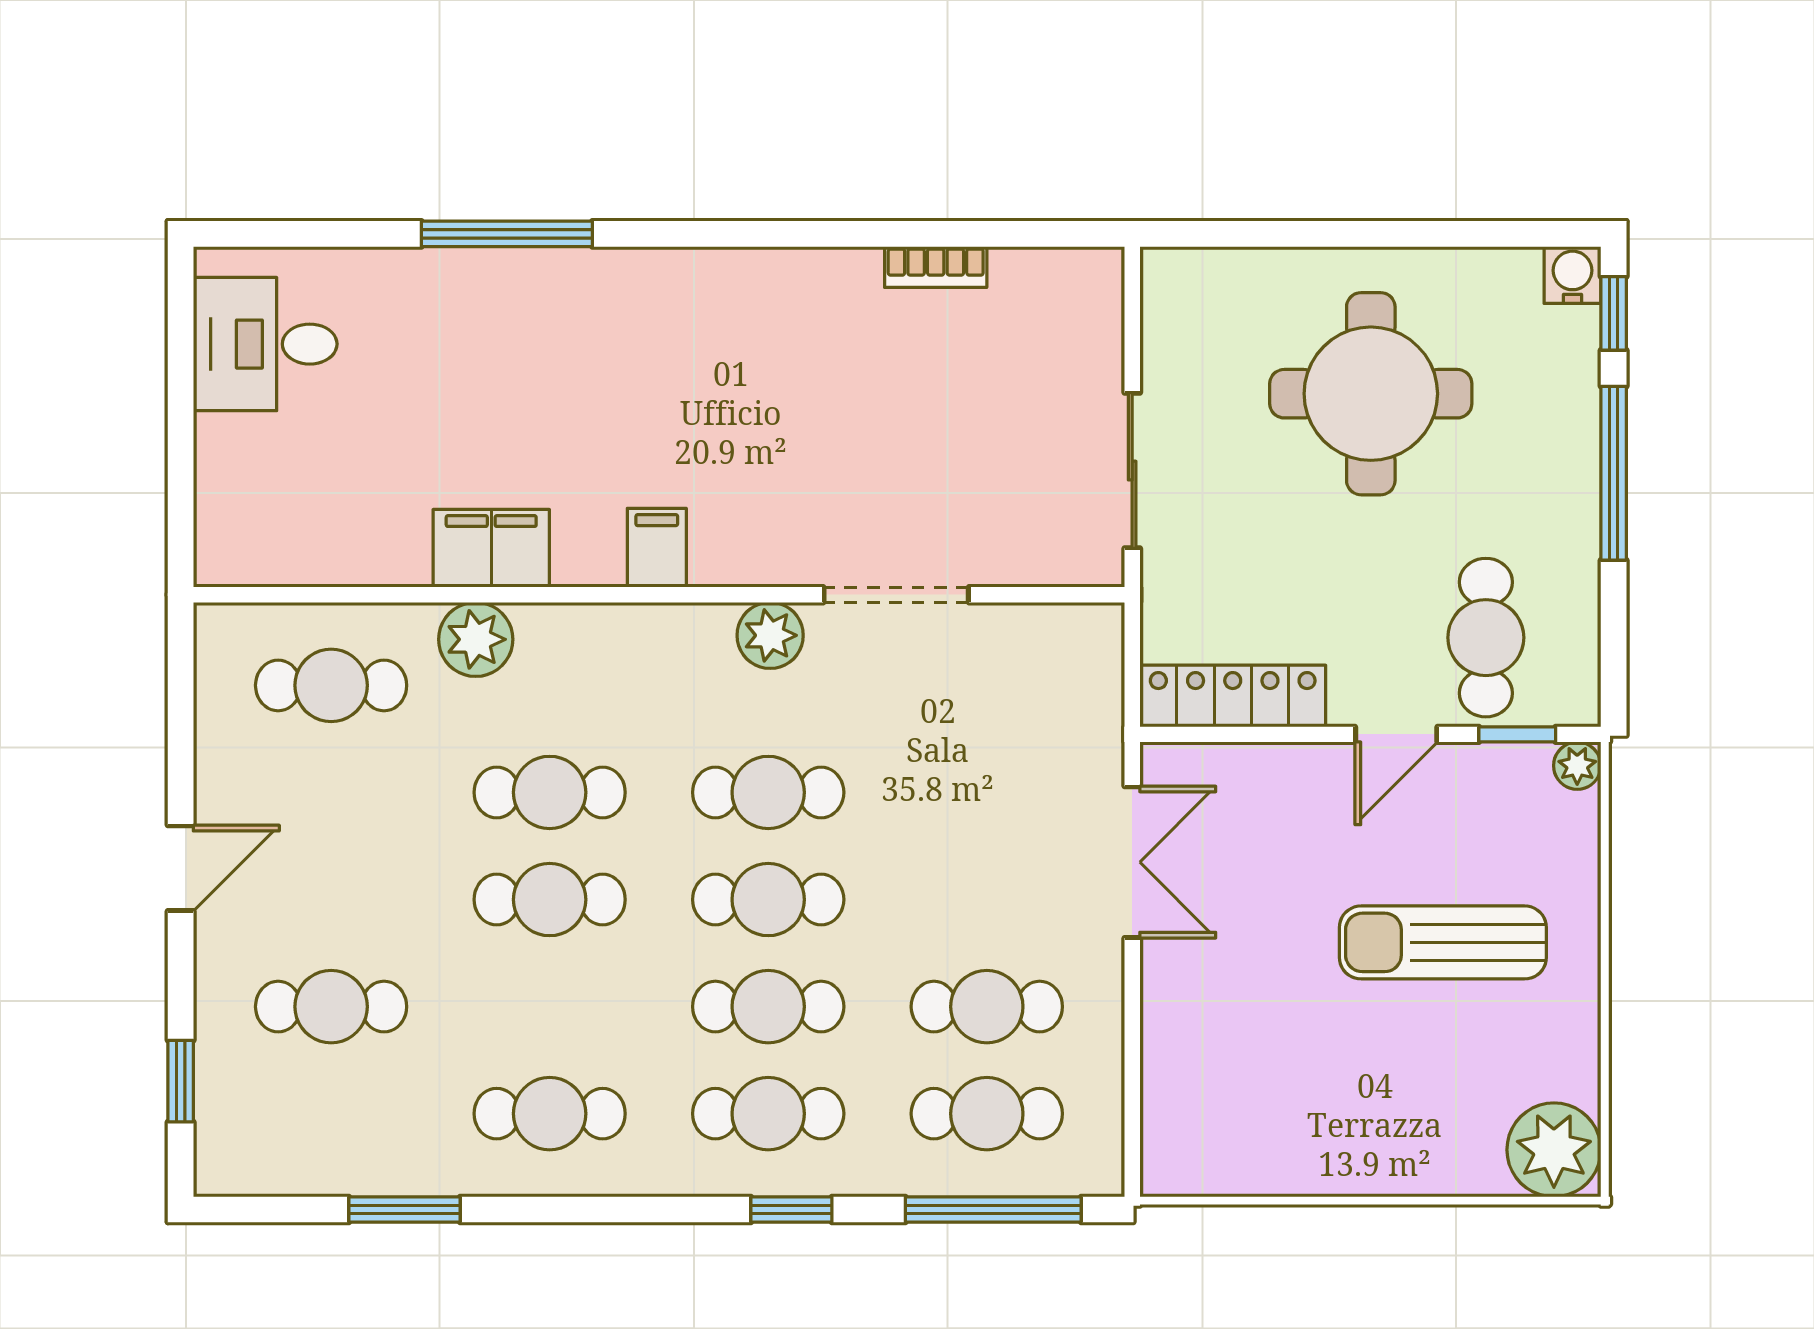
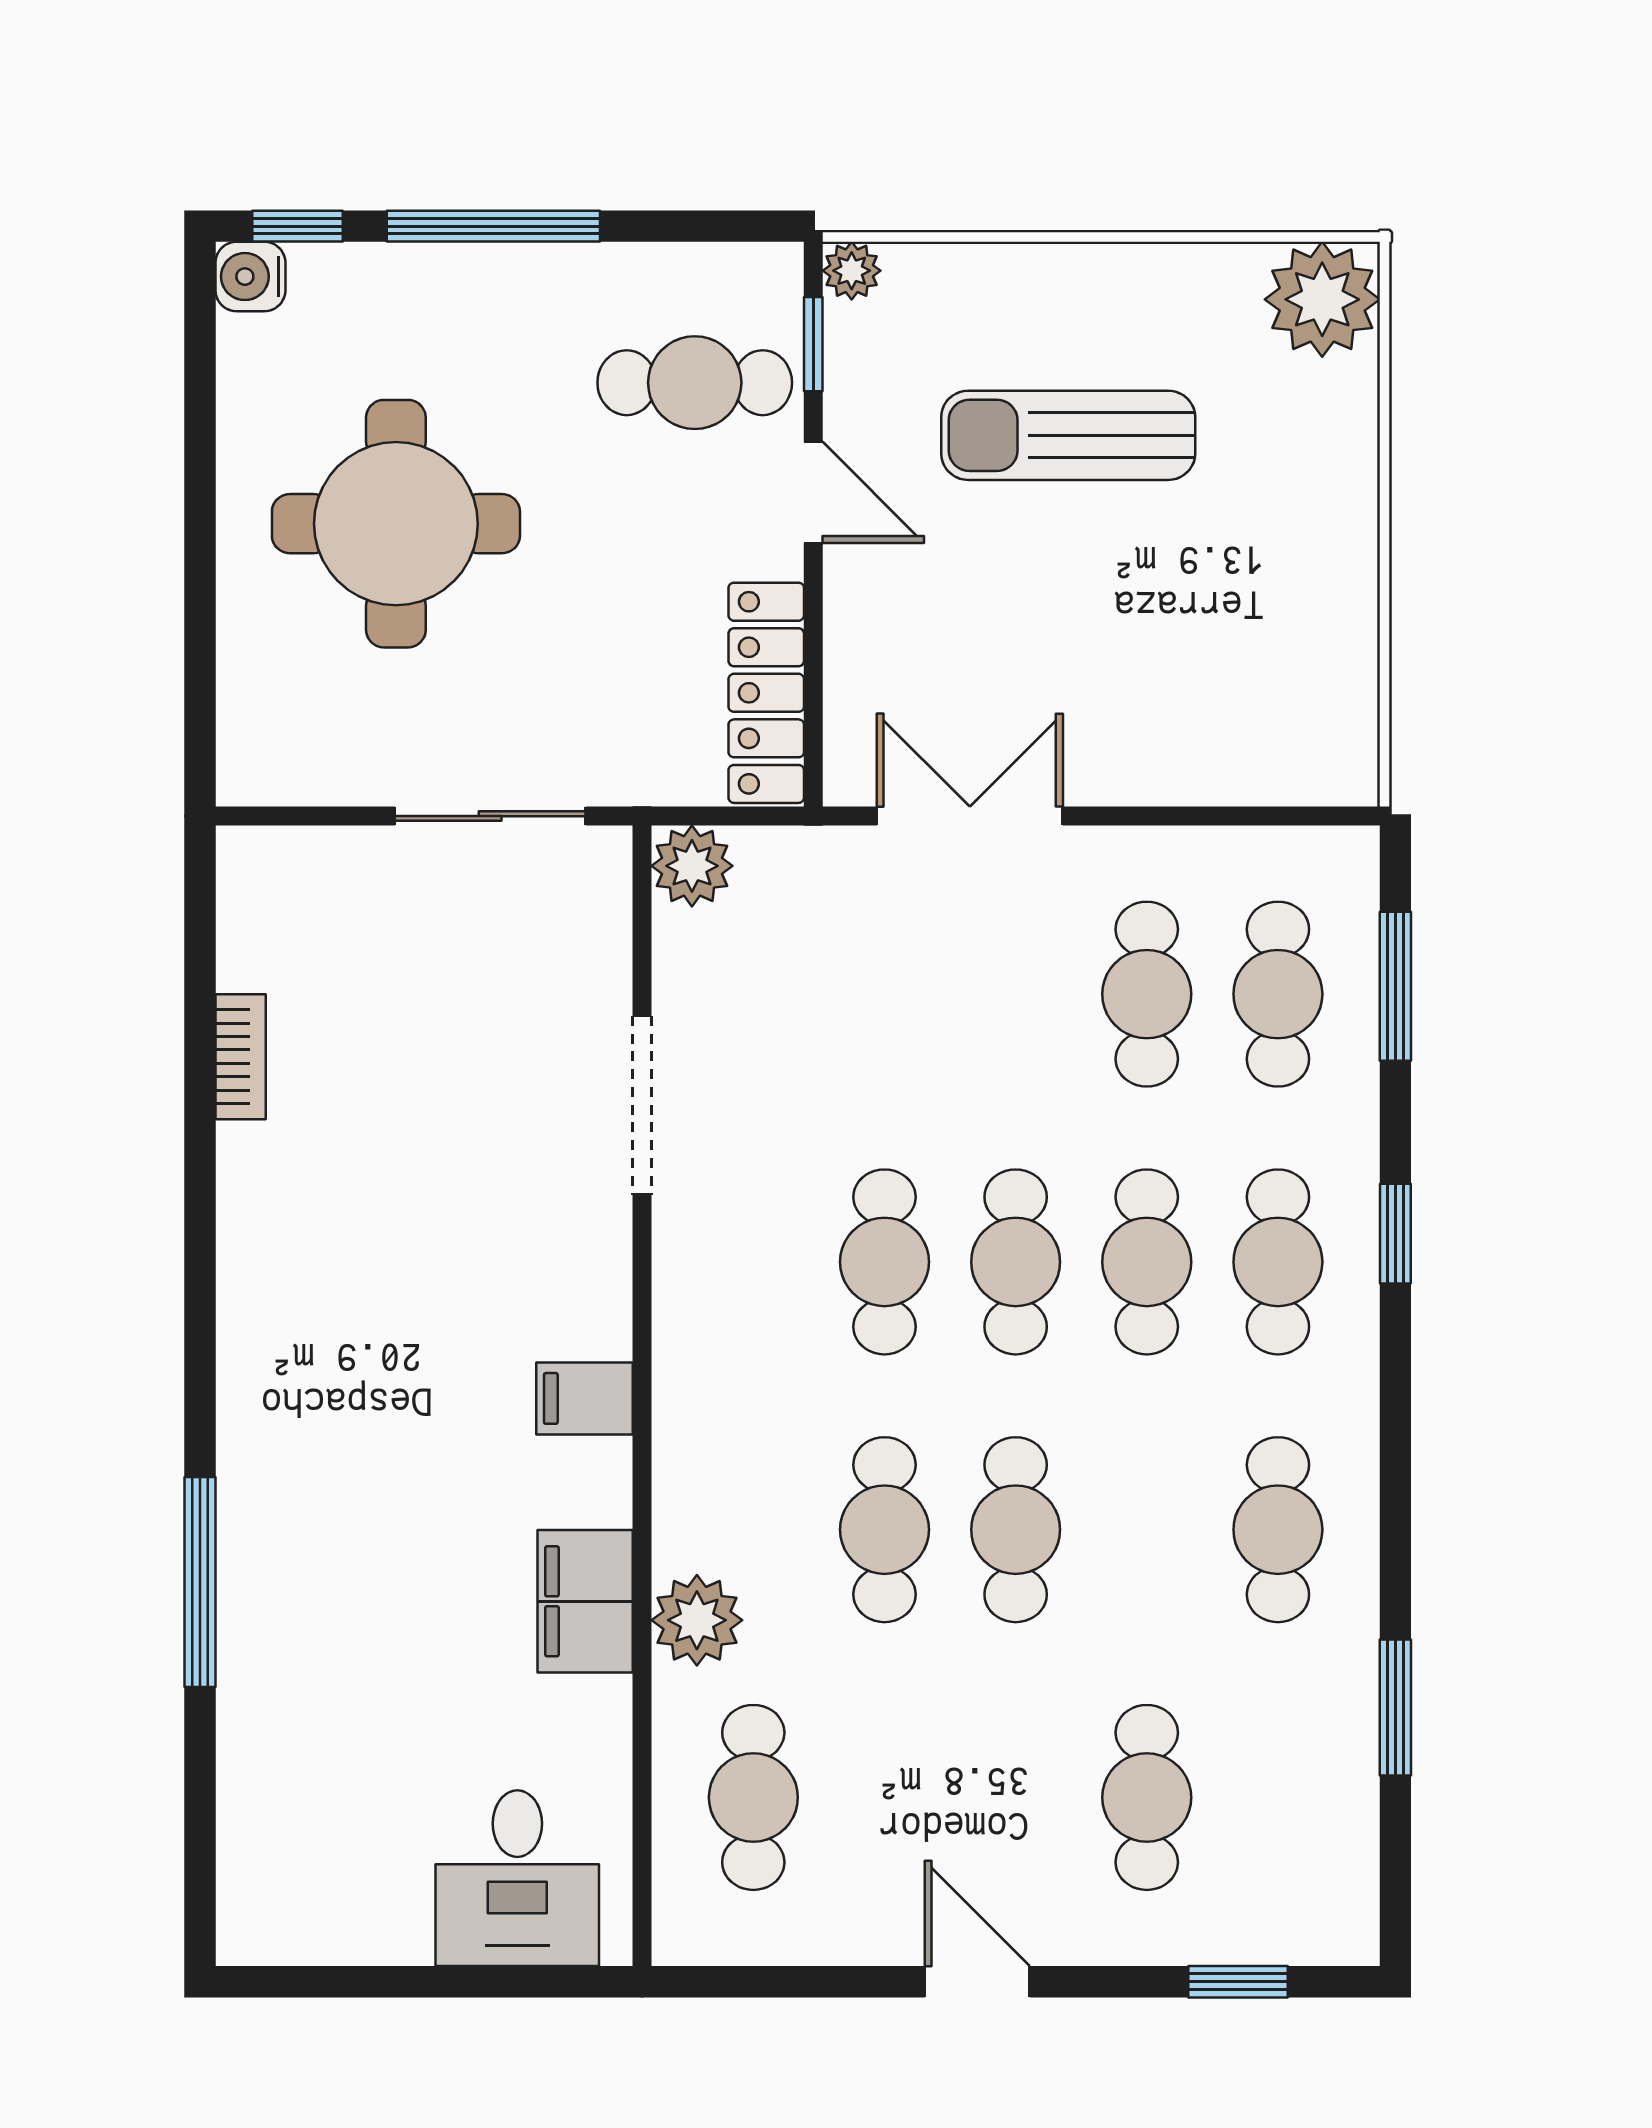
desk: (265, 344) -> (517, 1878), moved
plant: (770, 635) -> (692, 866), moved
sun lounger: (1443, 942) -> (1068, 435), turned 90
window: (993, 1209) -> (1395, 986), width x0.69

